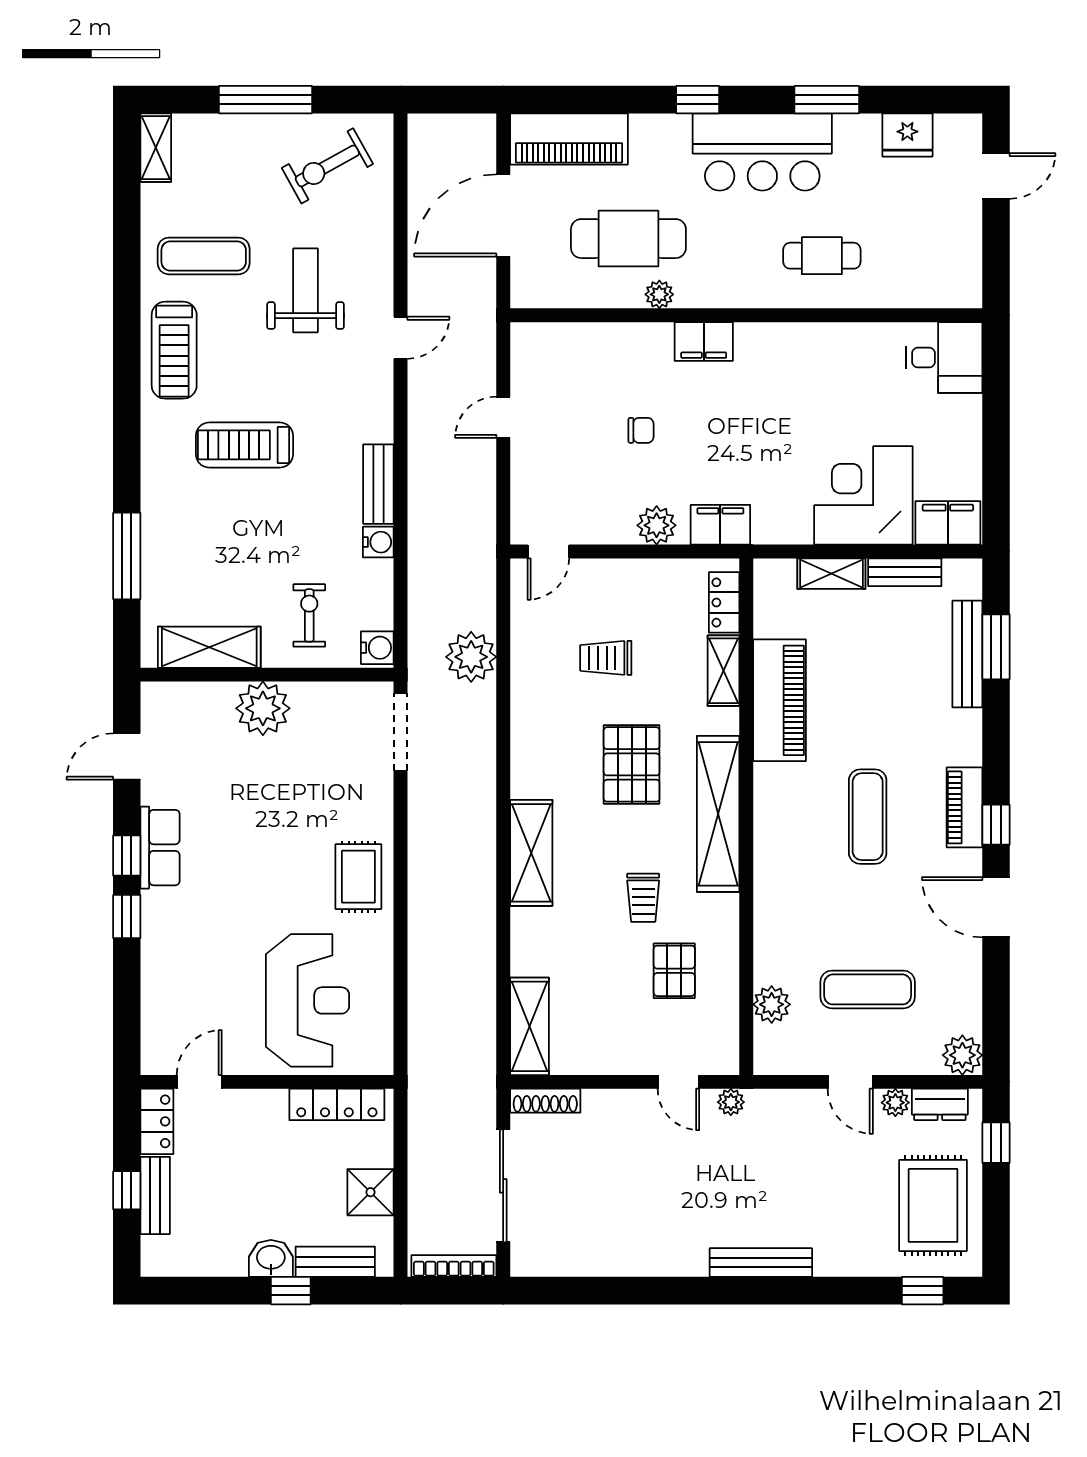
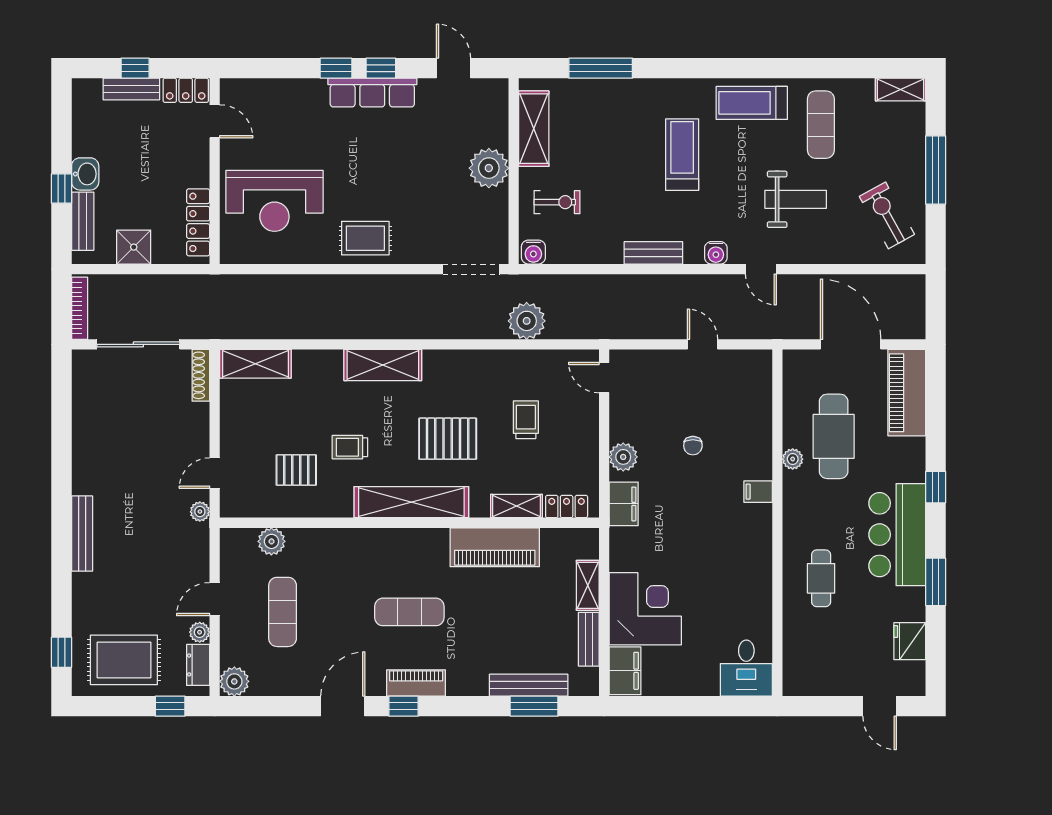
filing cabinet: (704, 342) -> (758, 492), width x0.50
water cooler: (378, 542) -> (716, 253), moved
row of seats: (160, 848) -> (372, 93), width x1.48

